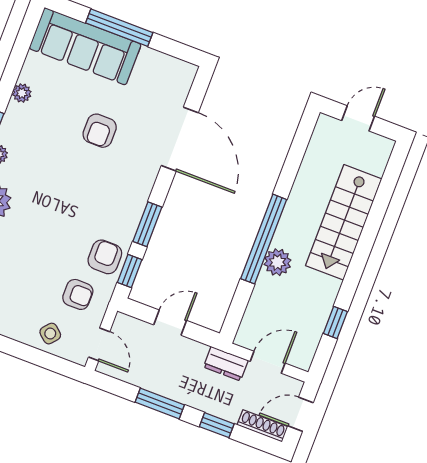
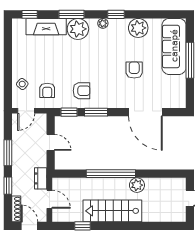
plant: (22, 93) -> (138, 28), width x1.87, depth x1.87
armchair: (100, 131) -> (134, 70), turned 90
door: (180, 139) -> (145, 112), hinge flipped
stairs: (344, 222) -> (112, 211), moved
armchair: (105, 257) -> (82, 91), moved
plant: (278, 262) -> (137, 185), moved

